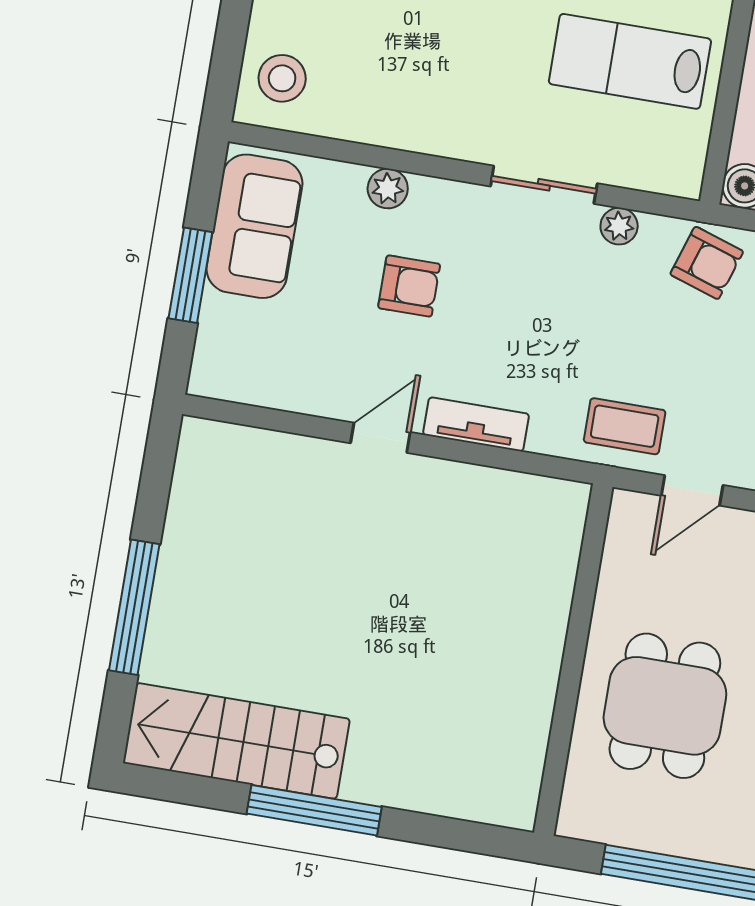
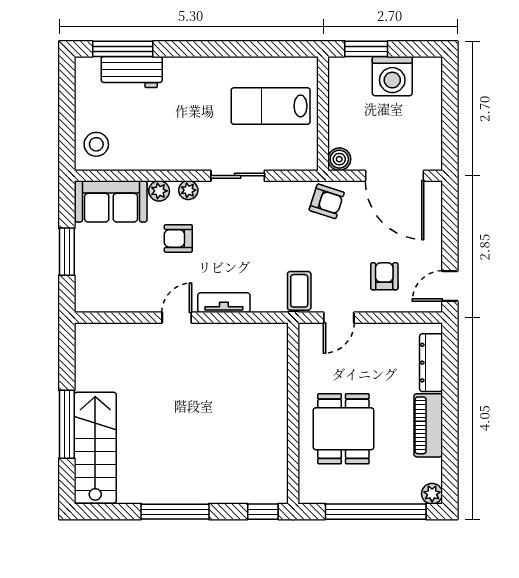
sofa: (254, 226) -> (111, 201), moved, turned 90
plant: (619, 226) -> (188, 190), moved
armchair: (409, 286) -> (178, 238), turned 180
coffee table: (625, 426) -> (299, 291), turned 90
stairs: (236, 741) -> (95, 448), moved, turned 90
window: (483, 839) -> (263, 512), added

